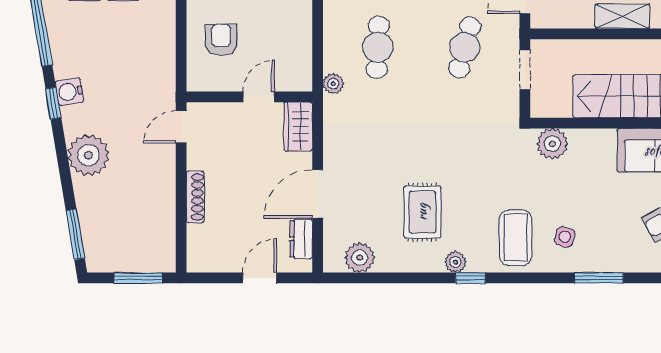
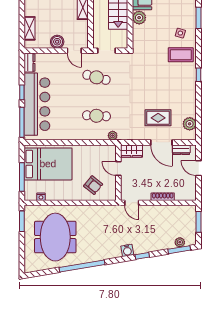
armchair: (221, 40) -> (93, 185), turned -141
water cooler: (69, 92) -> (127, 250), moved
window: (53, 103) -> (142, 256), moved
plant: (552, 144) -> (139, 18), moved
plant: (88, 155) -> (180, 242), moved, width x0.53, depth x0.53
rug: (422, 212) -> (158, 118), moved
plant: (455, 262) -> (191, 81), removed

